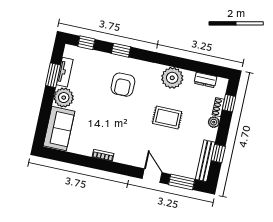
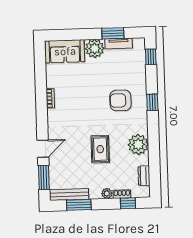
window: (121, 50) -> (152, 102), moved
window: (218, 153) -> (79, 205), width x1.50

